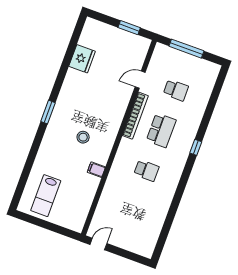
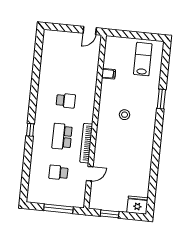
fridge: (82, 59) -> (137, 205), moved, turned 90
window: (48, 112) -> (161, 99), moved
filing cabinet: (96, 170) -> (109, 74), moved
school desk: (146, 171) -> (66, 101), turned 180

